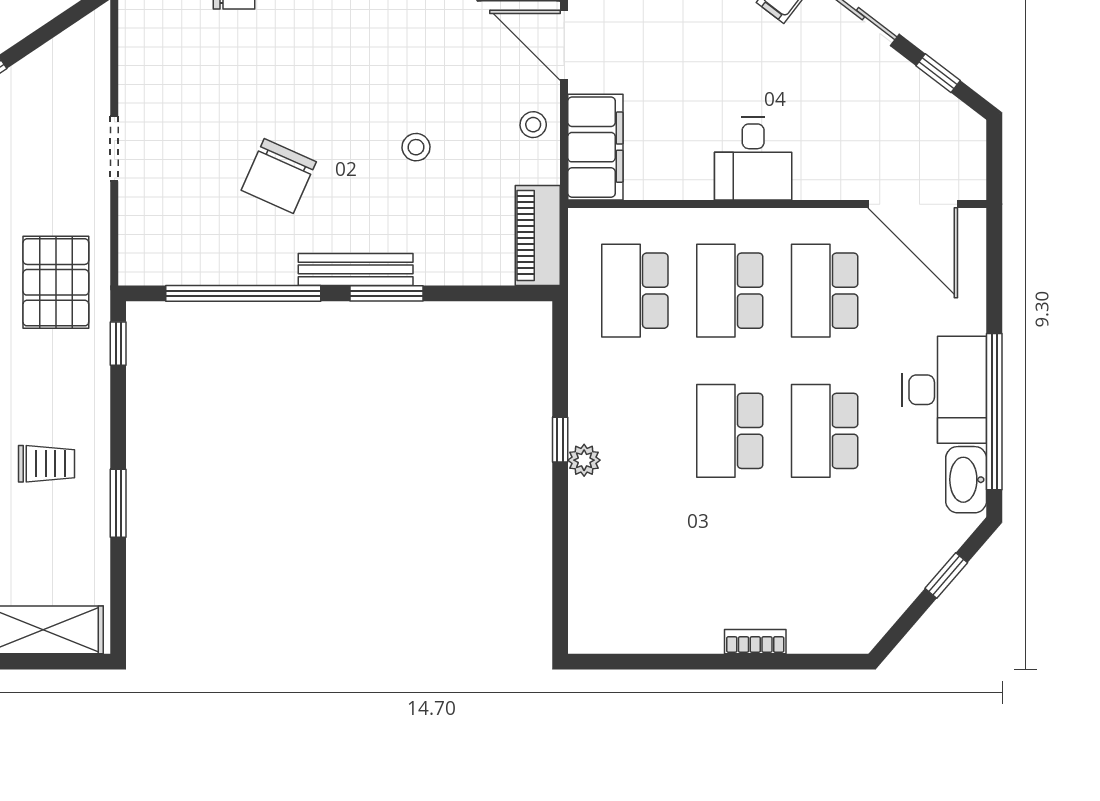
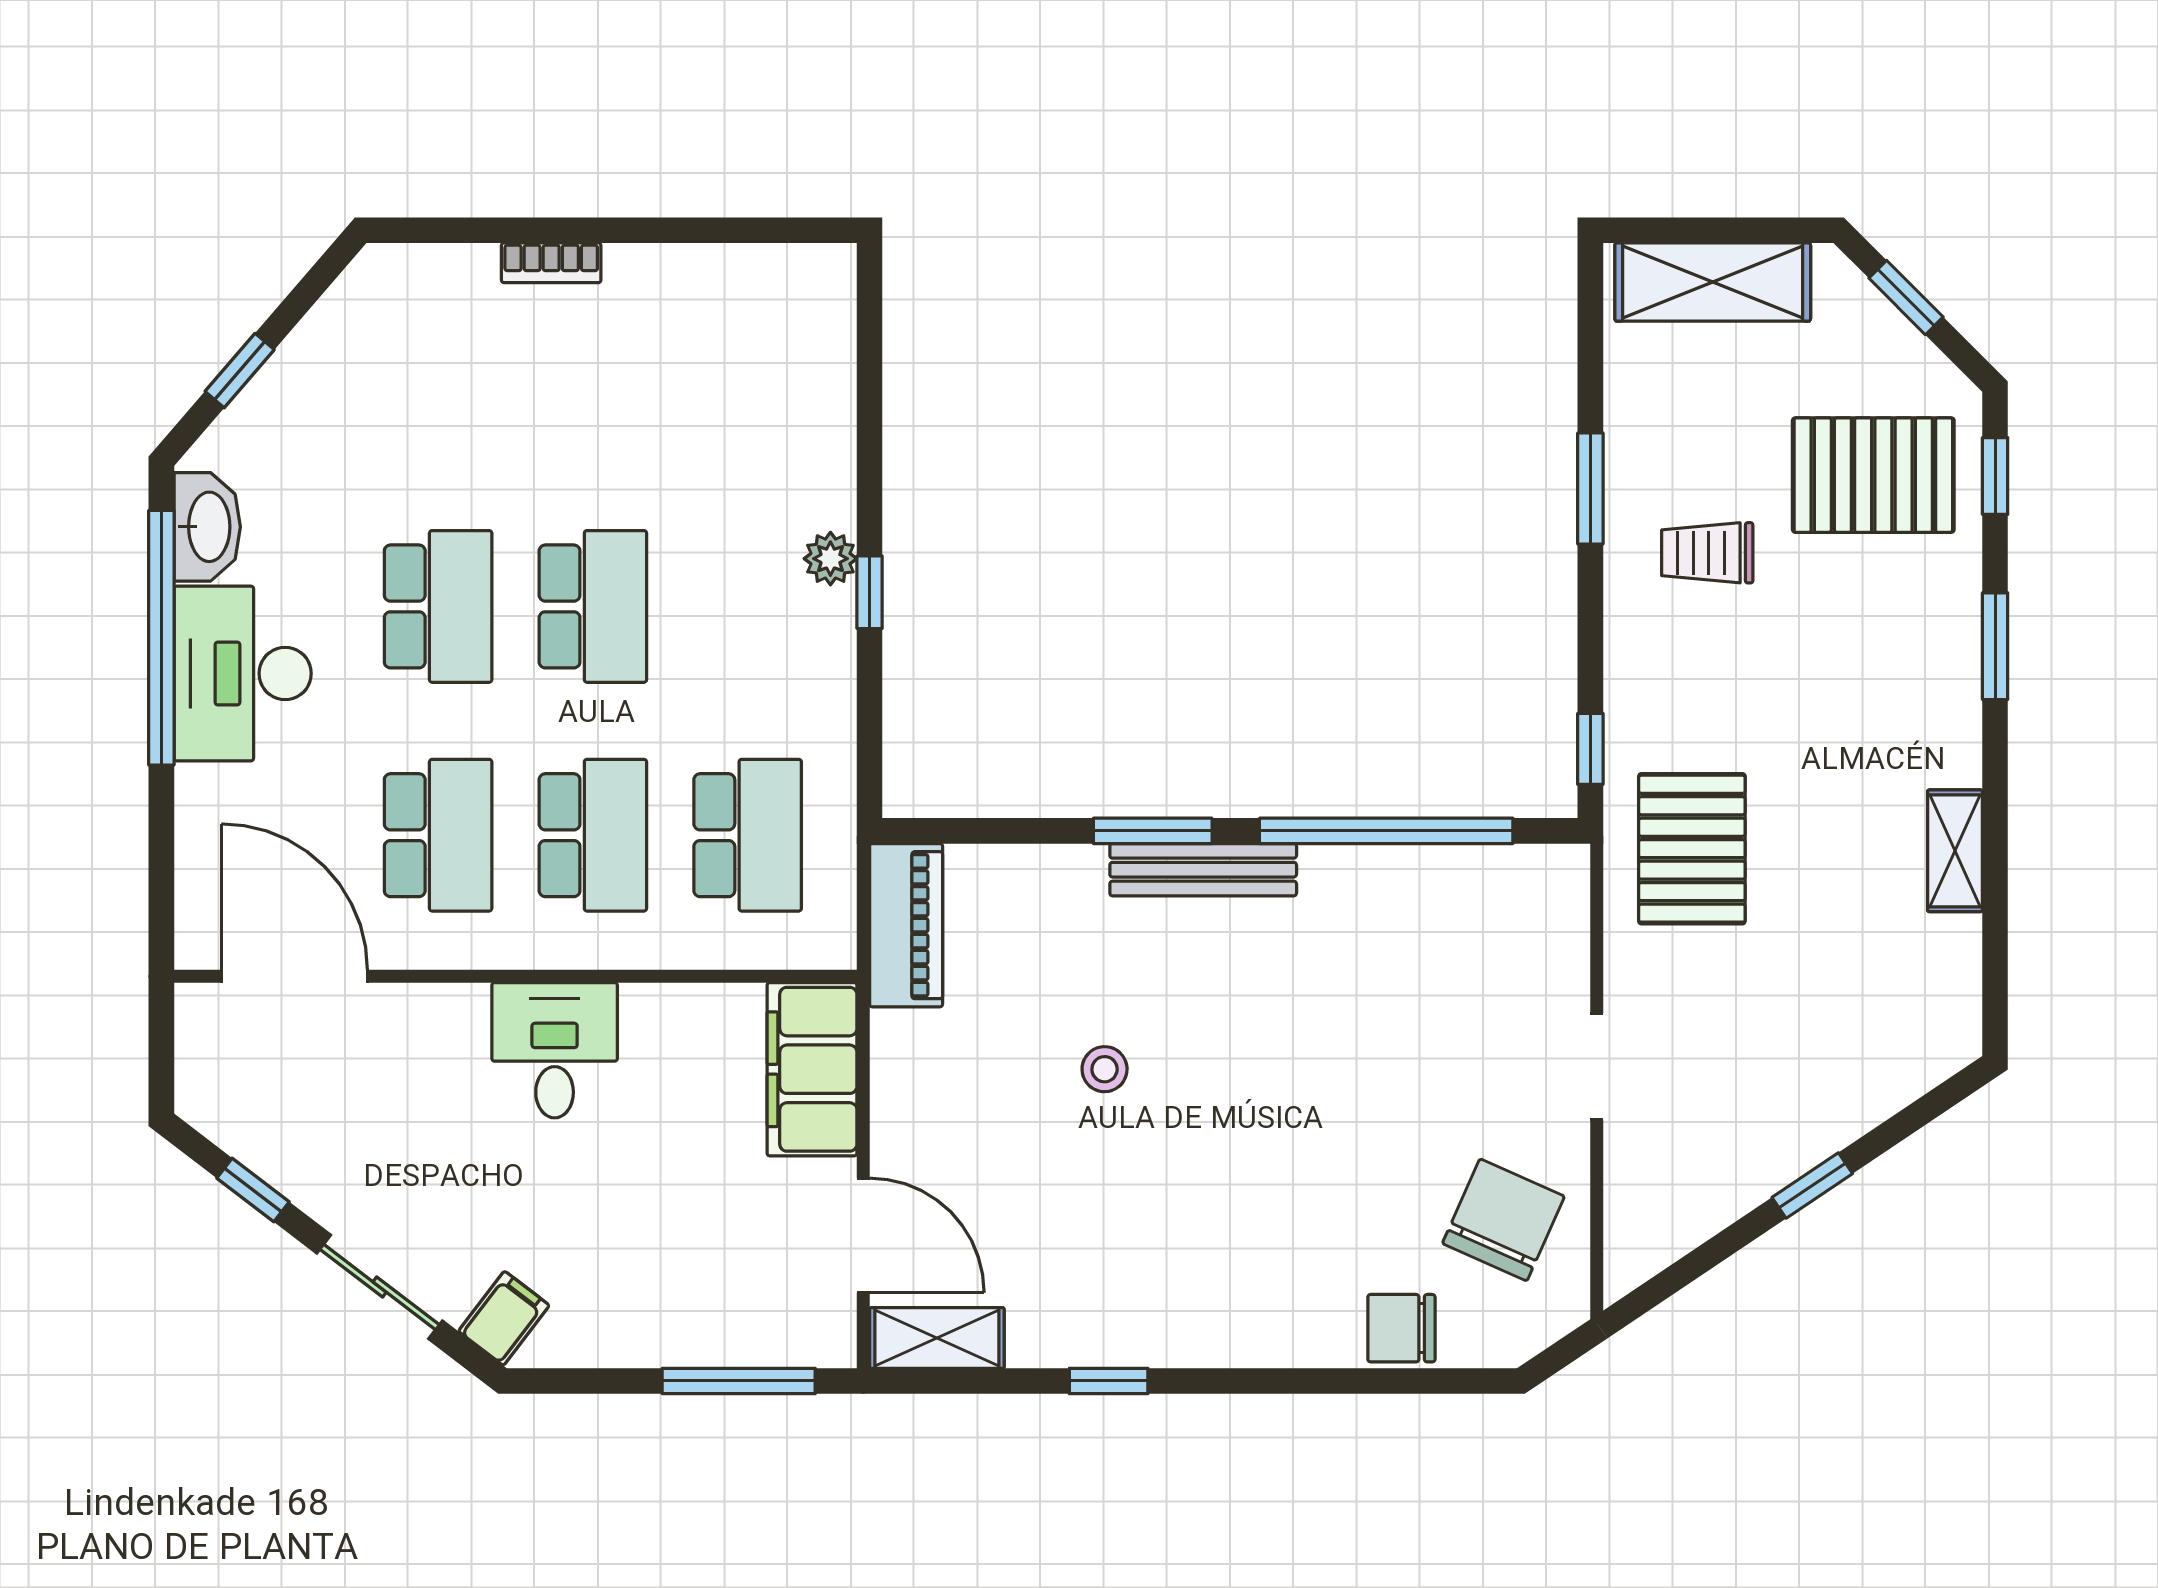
stool: (533, 125) -> (913, 1106), removed
chair: (279, 176) -> (1503, 1220), moved

